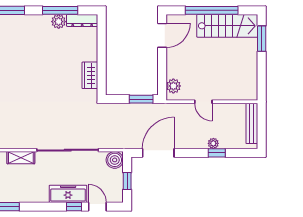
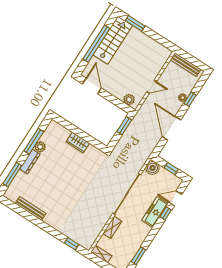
dresser: (82, 20) -> (30, 162), moved
wardrobe: (90, 75) -> (78, 143), moved
door: (158, 153) -> (171, 128), moved

